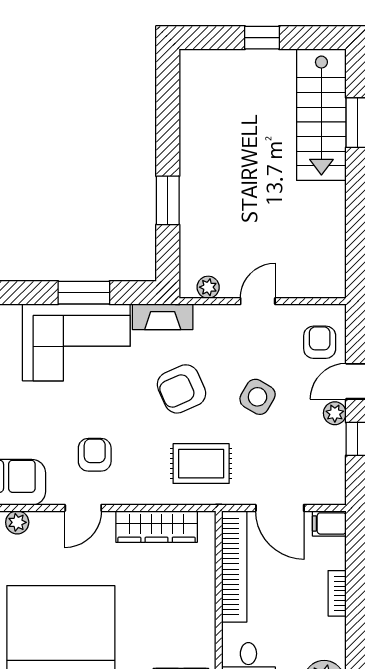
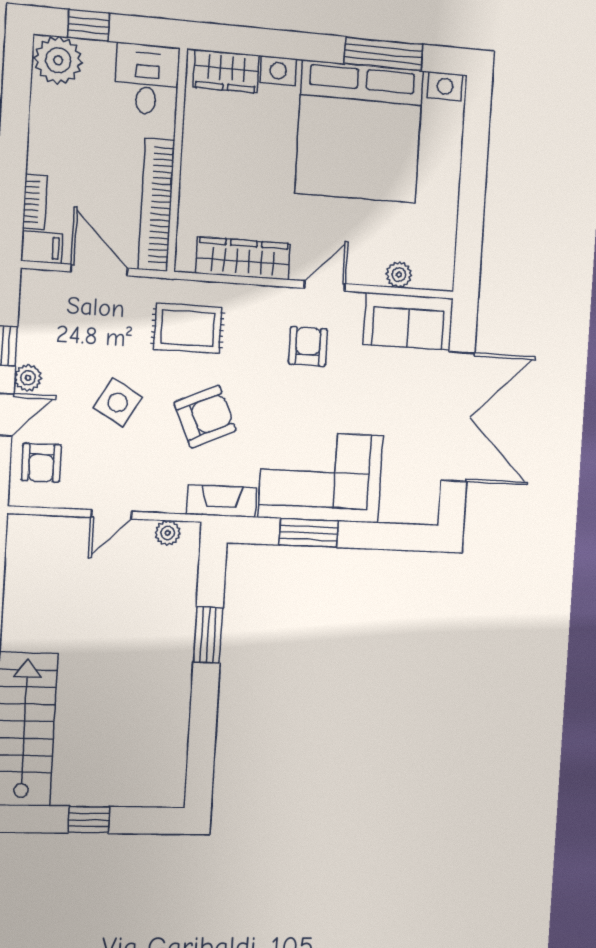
armchair: (95, 455) -> (308, 346), turned 180
bookcase: (337, 593) -> (35, 202), moved

